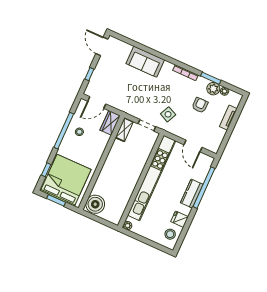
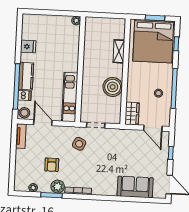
sofa: (145, 62) -> (135, 187), moved
plant: (213, 89) -> (58, 187), moved
door: (97, 103) -> (153, 128), swing flipped
tv unit: (228, 118) -> (21, 136), moved
shelving: (124, 130) -> (119, 51), moved
dishwasher: (200, 177) -> (25, 95), added
kitchen unit: (152, 178) -> (70, 97), width x0.54
boiler: (95, 204) -> (113, 87), moved
stool: (170, 234) -> (24, 113), moved

